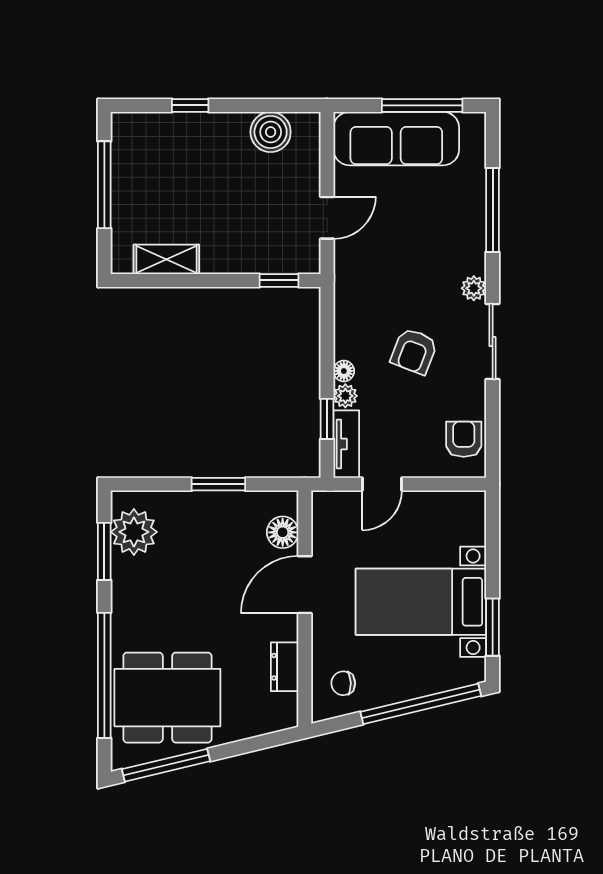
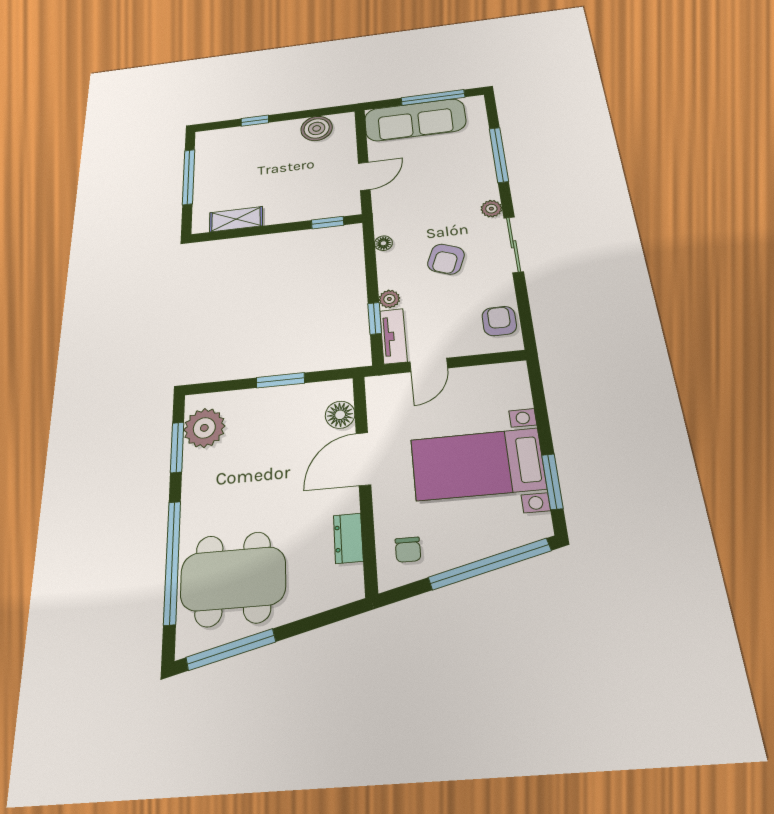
floor lamp: (344, 371) -> (383, 243), moved
chair: (343, 683) -> (408, 550), turned -88

